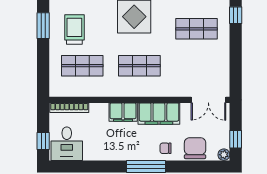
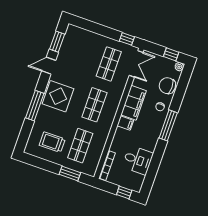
window: (236, 15) -> (127, 39), moved
window: (43, 26) -> (70, 173), moved
shop shelf: (196, 29) -> (109, 64), moved
filing cabinet: (123, 112) -> (125, 123), width x0.50
desk: (67, 144) -> (138, 160), moved

